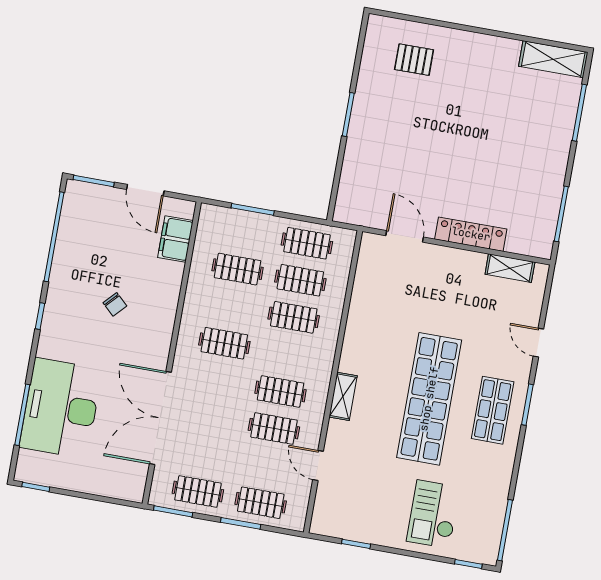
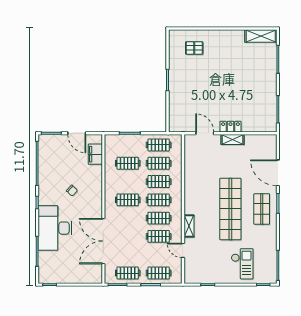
locker: (471, 234) -> (230, 127), width x0.66
shelving: (510, 268) -> (232, 140), moved
door: (538, 343) -> (278, 173), width x1.88
clothes rail: (287, 354) -> (159, 200), added
shelving: (343, 396) -> (189, 226), moved
desk: (61, 408) -> (55, 228), moved
checkout: (433, 514) -> (242, 264), turned 180

